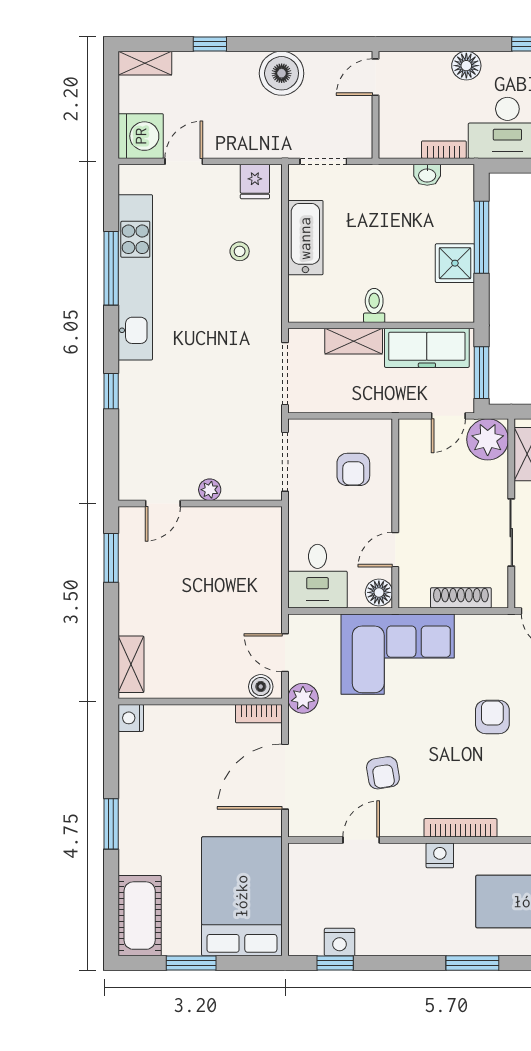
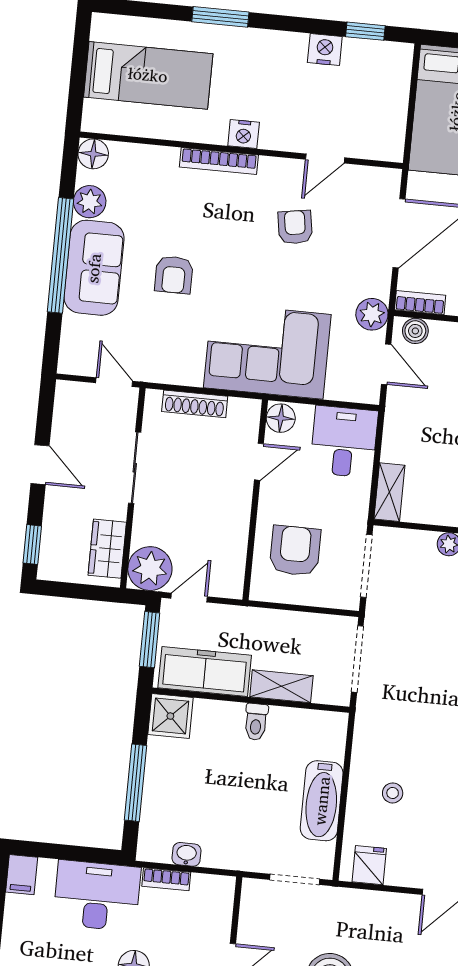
shower: (455, 263) -> (170, 716), moved
armchair: (353, 469) -> (295, 551), width x1.38, depth x1.38
shelving: (270, 533) -> (389, 492), added
nightstand: (340, 942) -> (325, 50), moved

